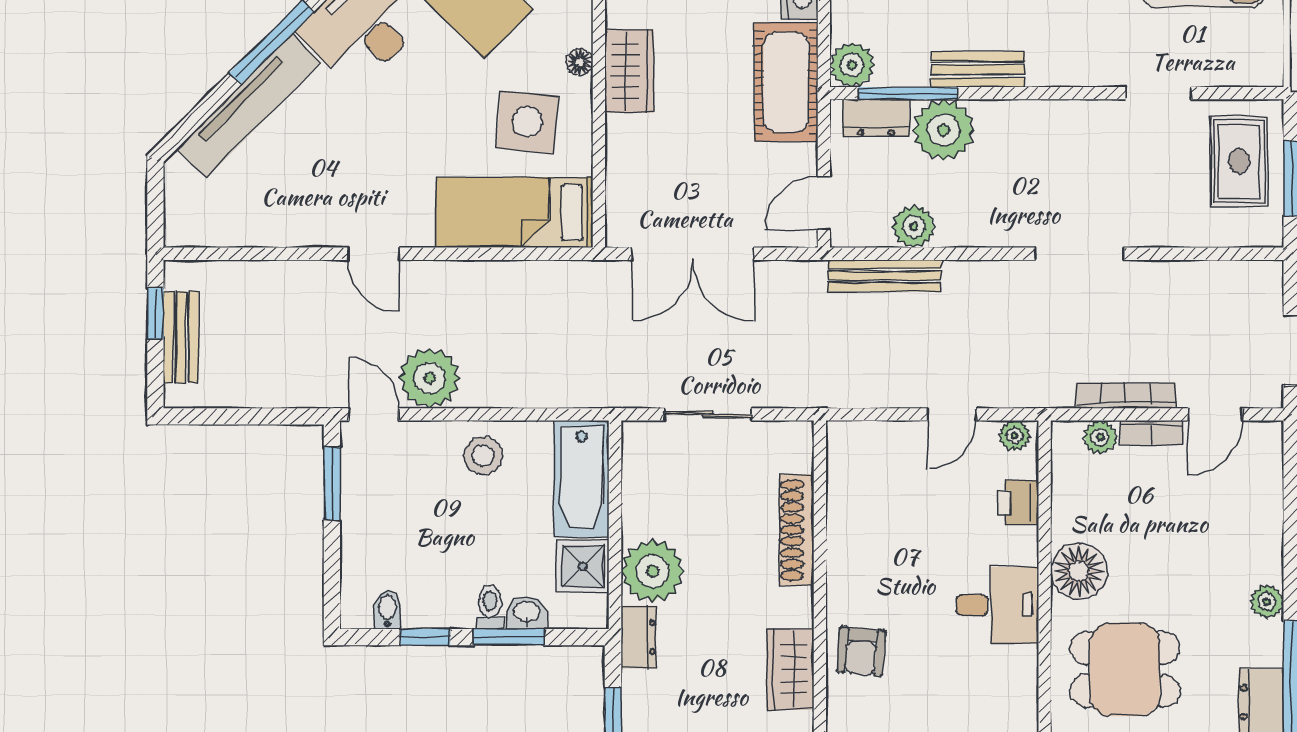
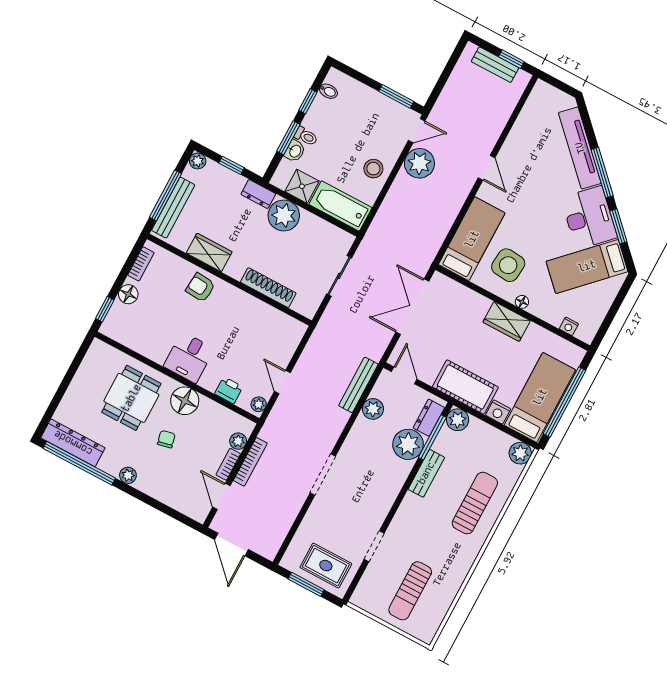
door: (374, 254) -> (486, 168), swing flipped
chair: (1165, 568) -> (166, 439), added

